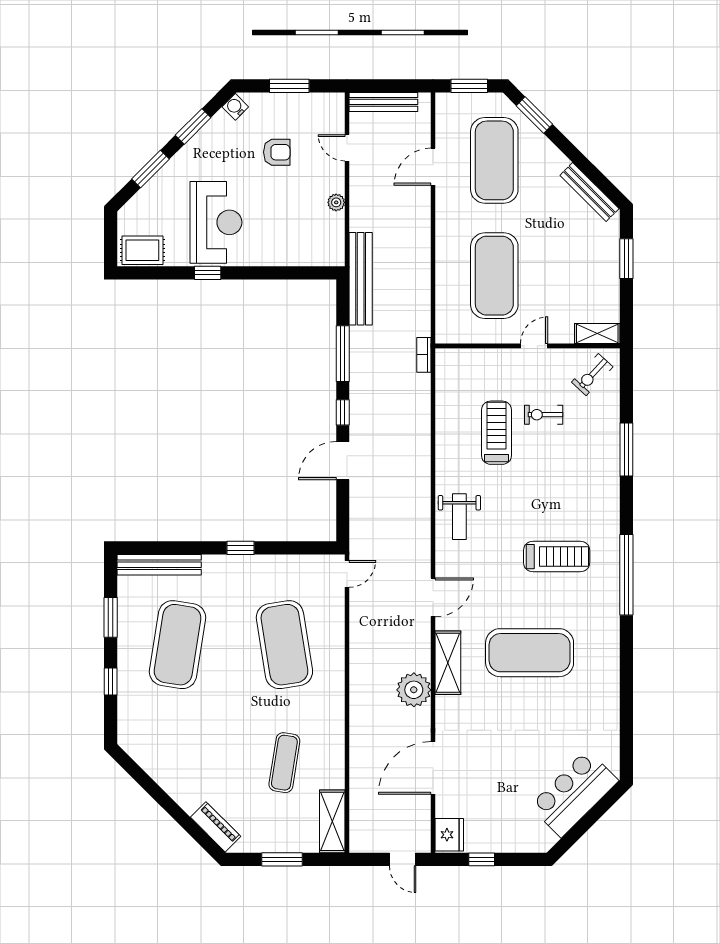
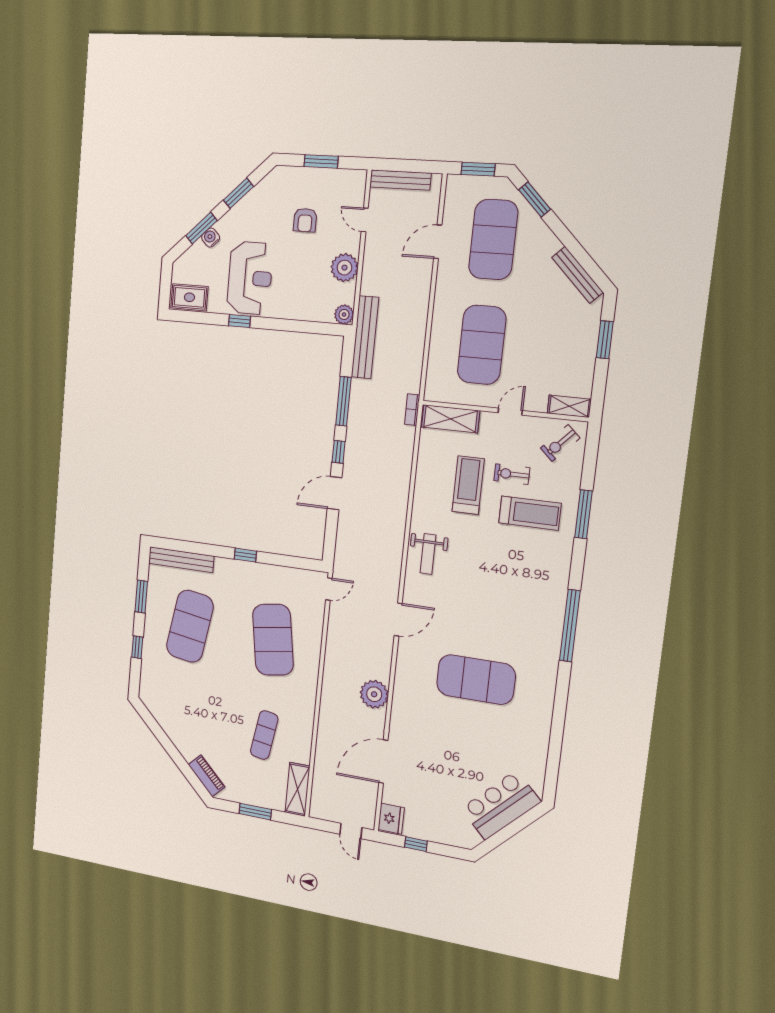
water cooler: (235, 107) -> (211, 238), moved
armchair: (277, 152) -> (305, 220), turned 90
plant: (336, 202) -> (344, 268), width x1.88, depth x1.88
plant: (333, 255) -> (344, 314), added
treadmill: (557, 557) -> (530, 513), moved
shelving: (448, 663) -> (451, 419), moved, turned 90

